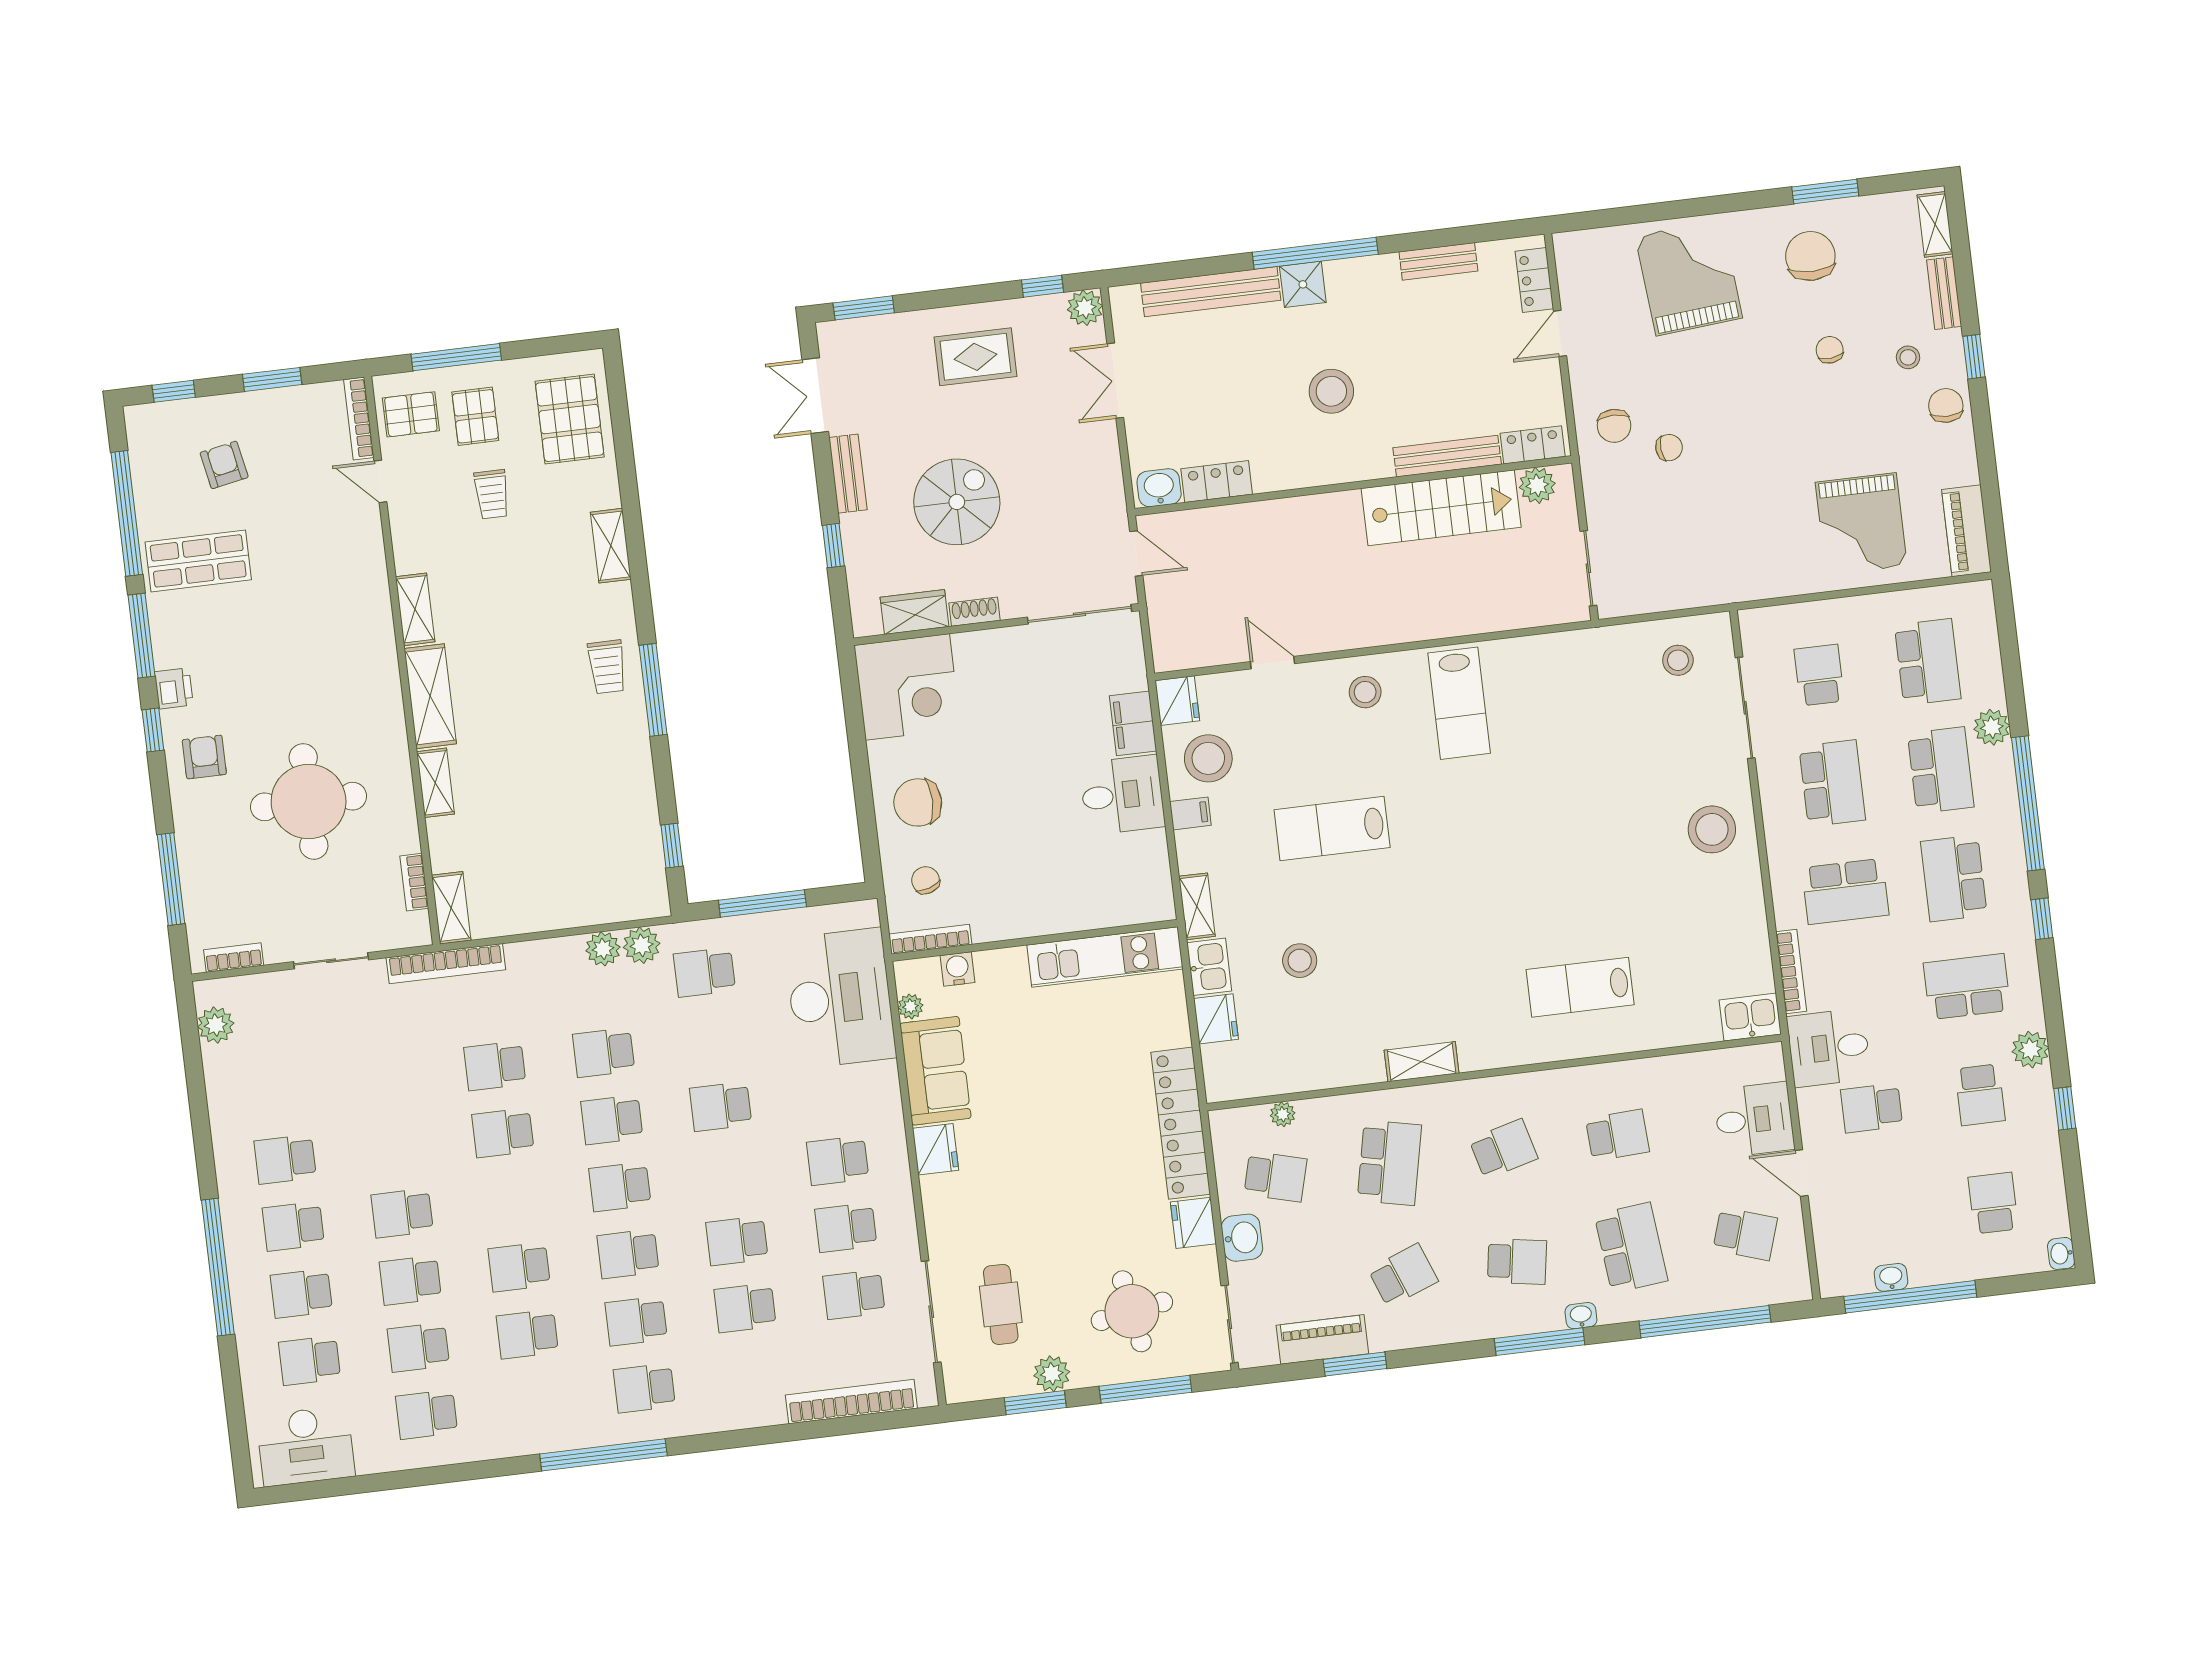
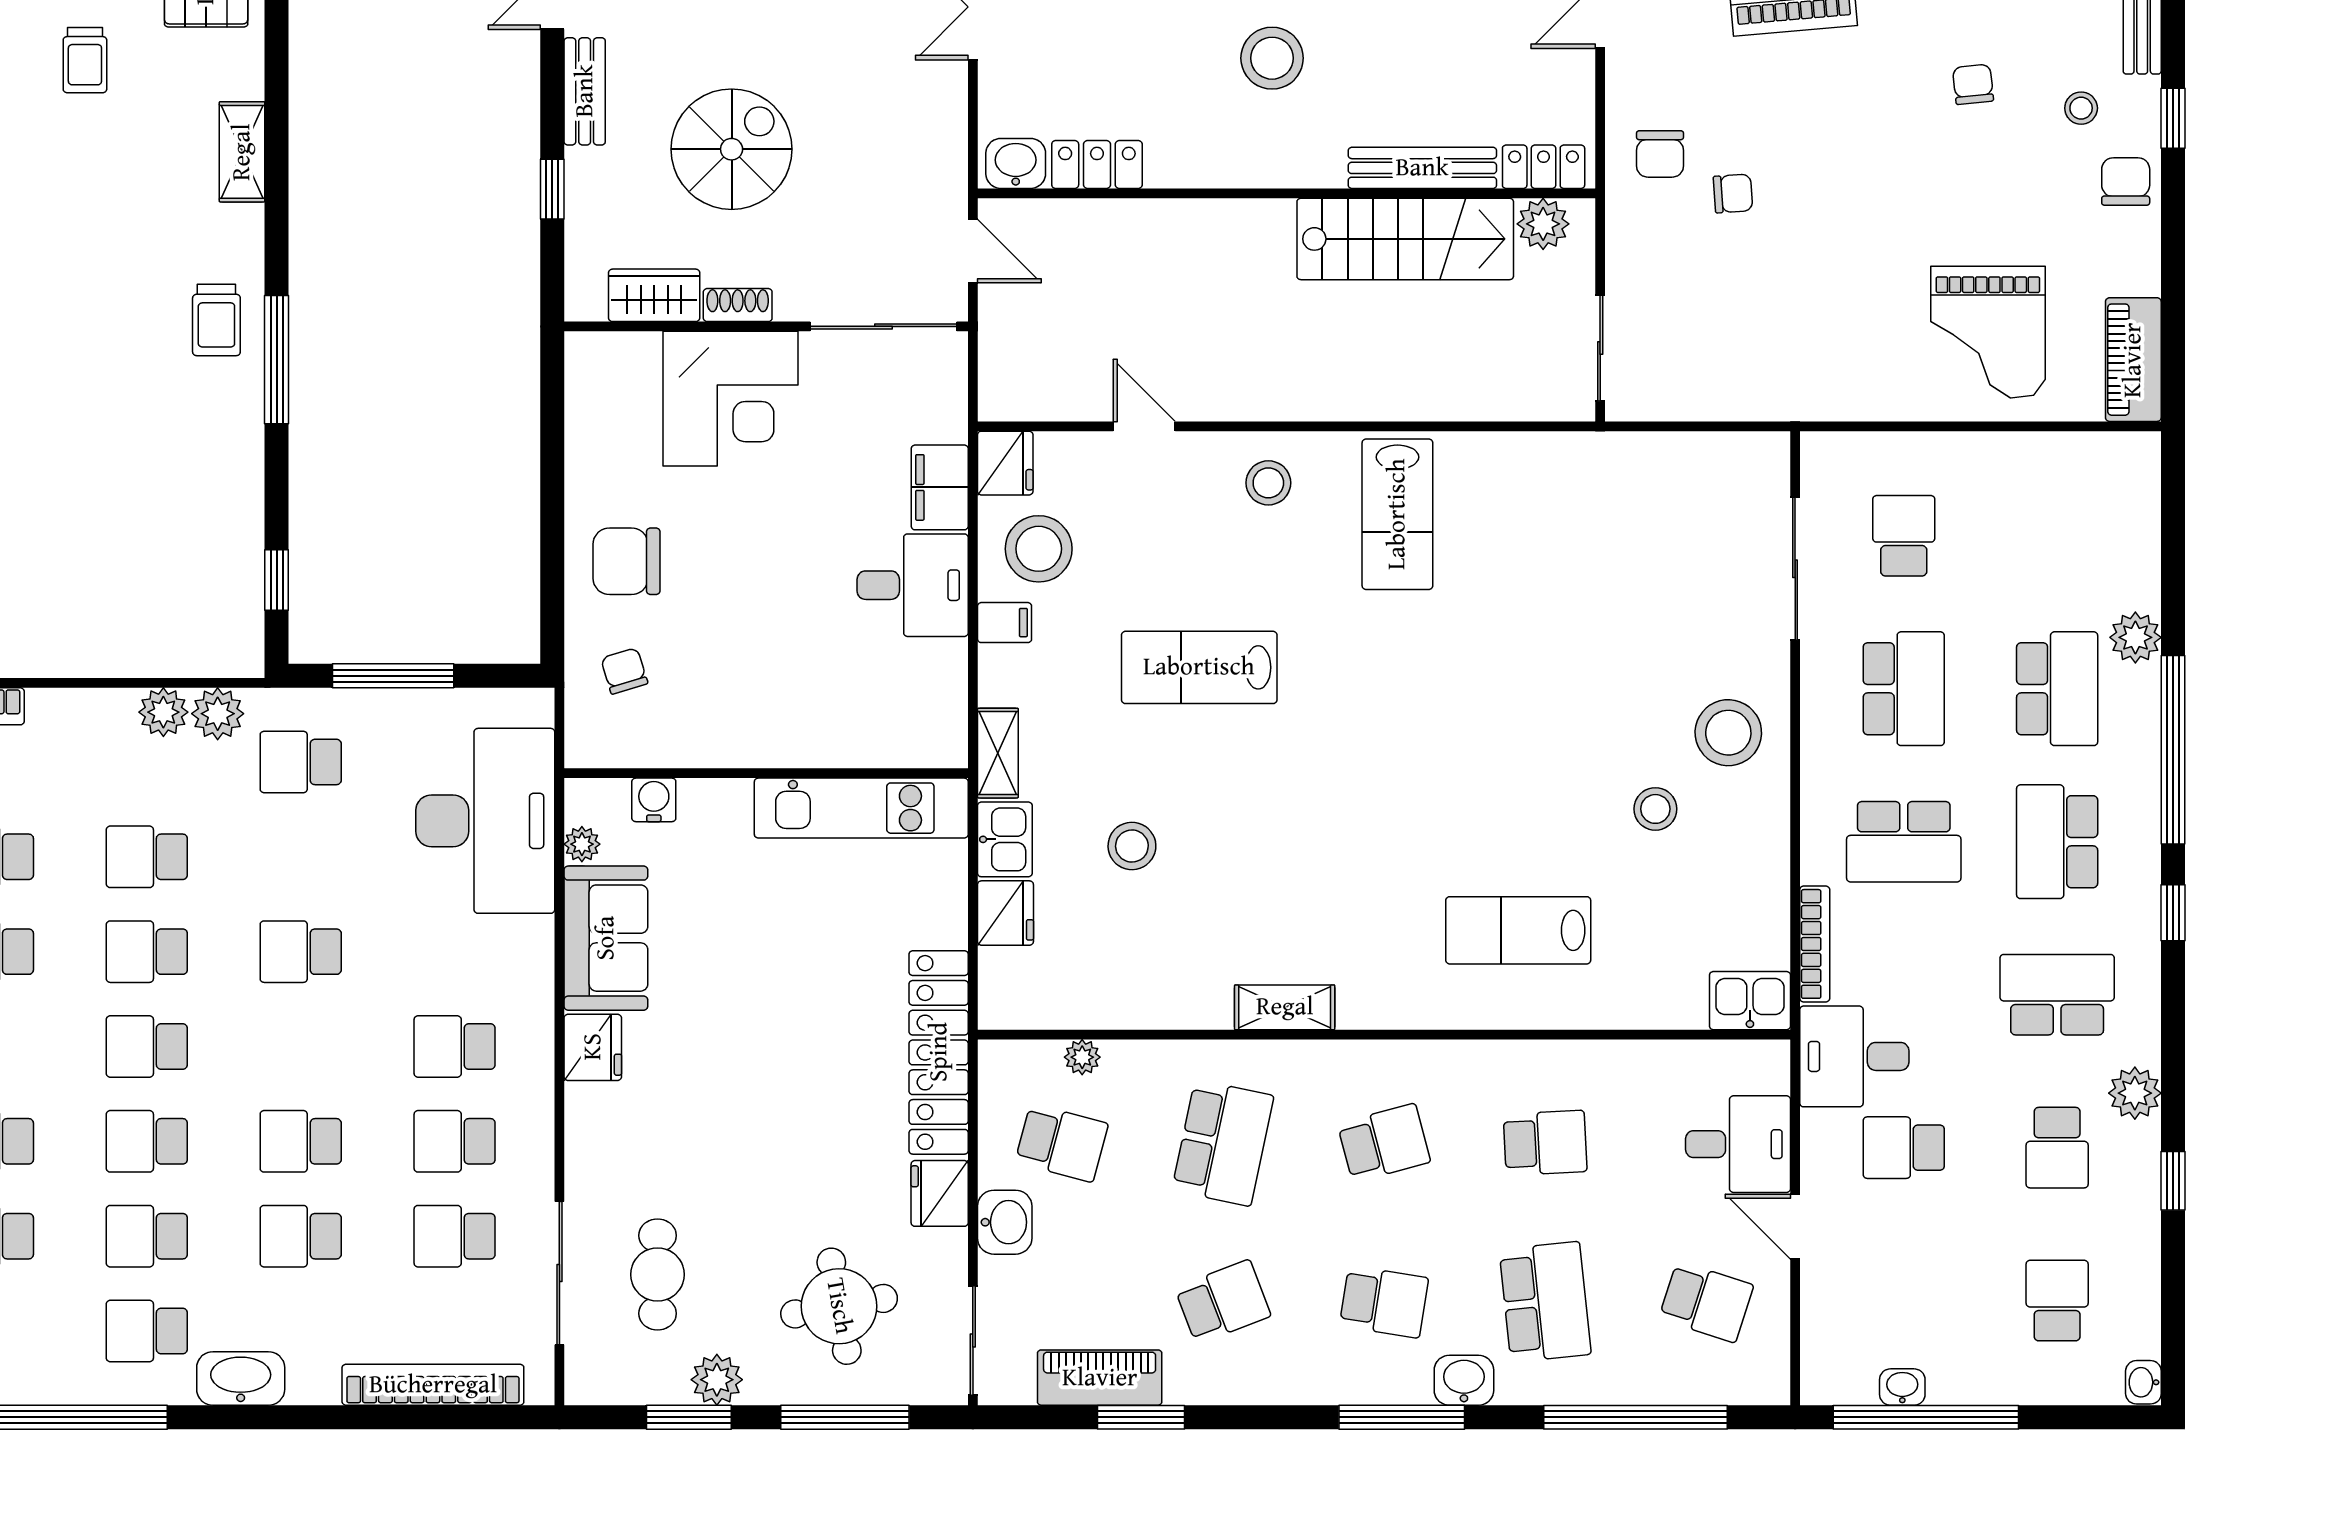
stool: (1678, 660) -> (1655, 809), moved
school desk: (1928, 662) -> (2057, 536), removed
corner desk: (907, 687) -> (731, 399), moved
bookcase: (930, 939) -> (621, 754), removed
washbasin: (1581, 1316) -> (1464, 1380), width x1.38, depth x1.45
washbasin: (715, 1414) -> (241, 1378), added

